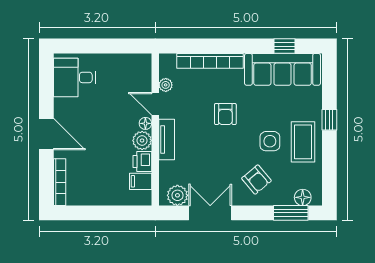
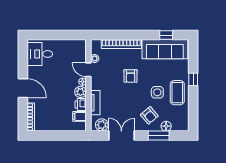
tv unit: (167, 140) -> (95, 103), moved
floor lamp: (303, 197) -> (166, 126), moved
window: (291, 213) -> (159, 135), moved

